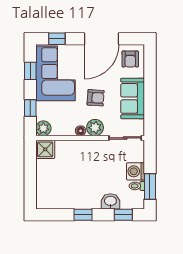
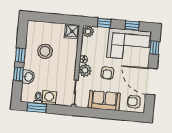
stool: (75, 182) -> (45, 51), added
window: (123, 215) -> (18, 74), moved

